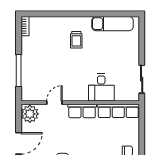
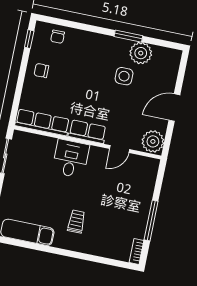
window: (19, 71) -> (151, 221), moved
desk: (101, 87) -> (71, 159), moved

